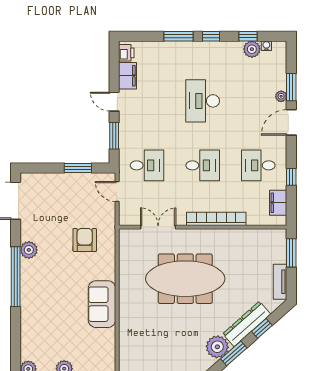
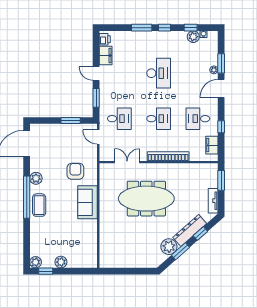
desk: (203, 101) -> (159, 73), turned 180
coffee table: (33, 288) -> (39, 205), added
sofa: (102, 304) -> (88, 202), moved

